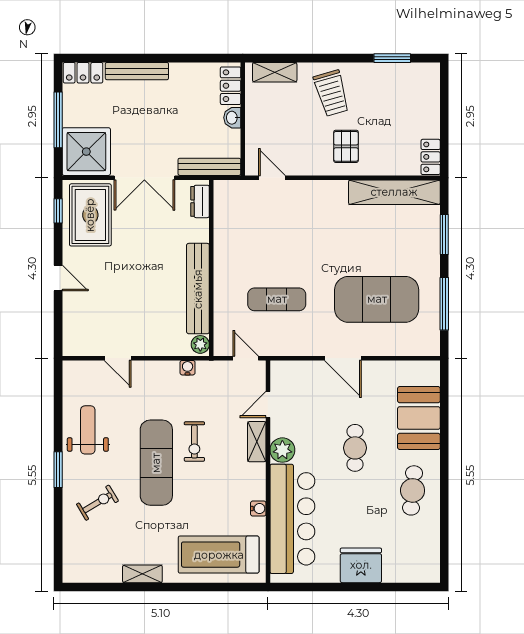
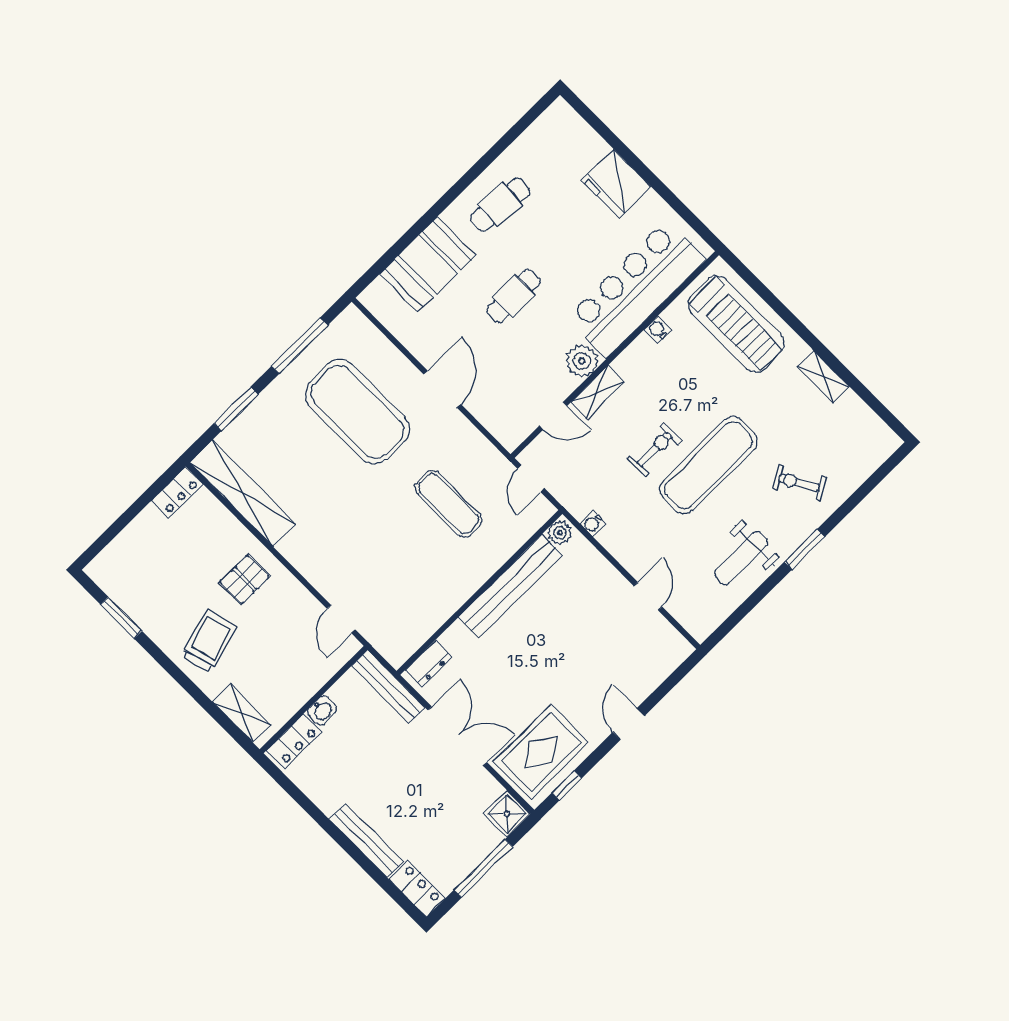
shower: (86, 152) -> (507, 814), width x0.54, depth x0.54

